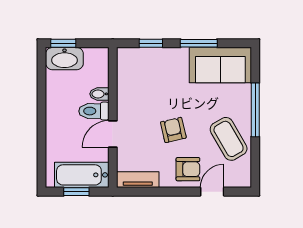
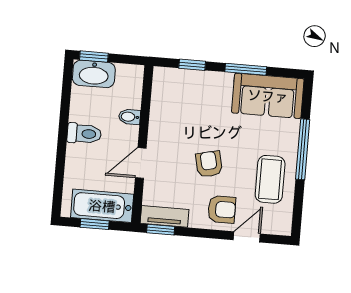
toilet: (94, 111) -> (84, 134), moved, turned 180
coffee table: (229, 139) -> (270, 179), turned 30
window: (135, 192) -> (161, 230), added

